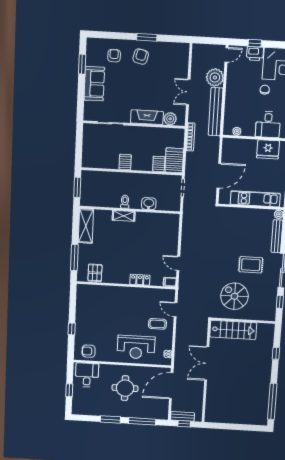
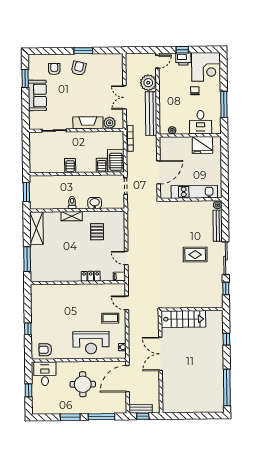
pallet: (95, 273) -> (97, 232), moved
spiral stairs: (234, 296) -> (182, 286), removed

